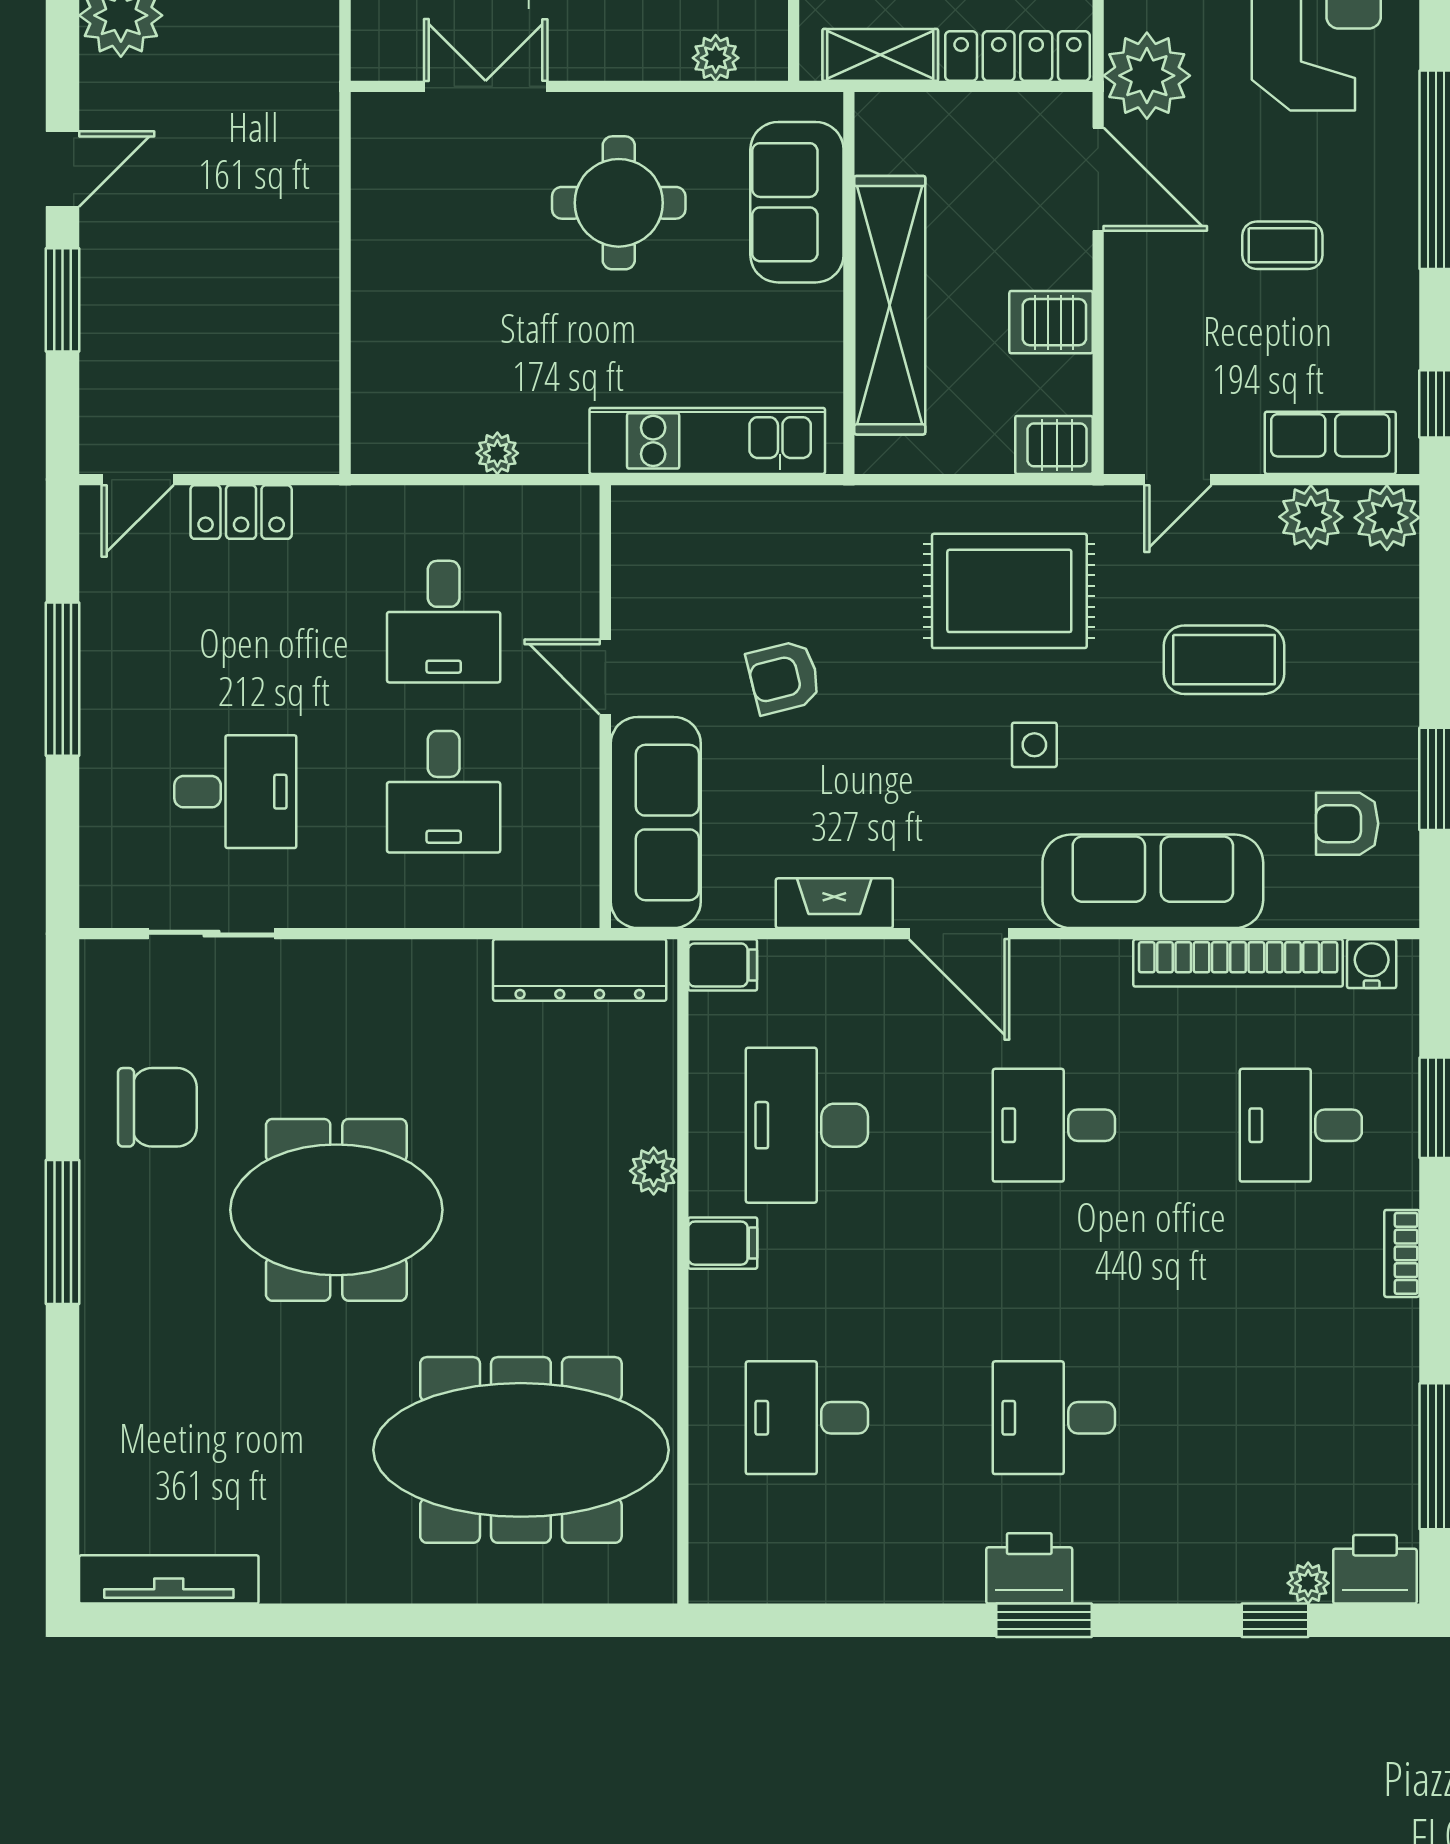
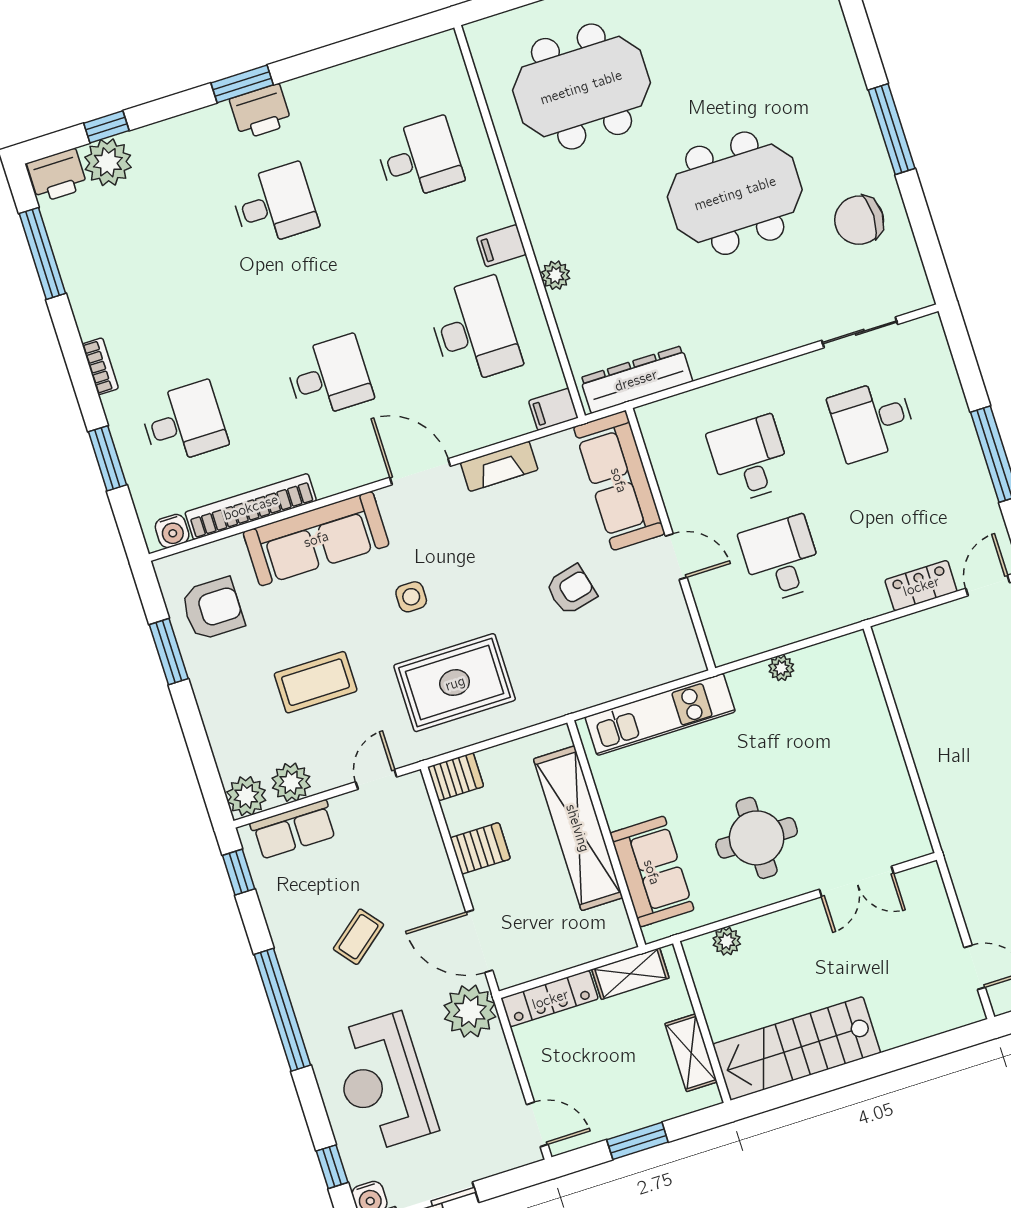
coffee table: (1282, 245) -> (358, 937), turned -39
armchair: (1347, 824) -> (213, 609), width x1.38, depth x1.38
meeting table: (521, 1450) -> (581, 87), width x0.73
plant: (1308, 1583) -> (108, 162), width x1.88, depth x1.88

